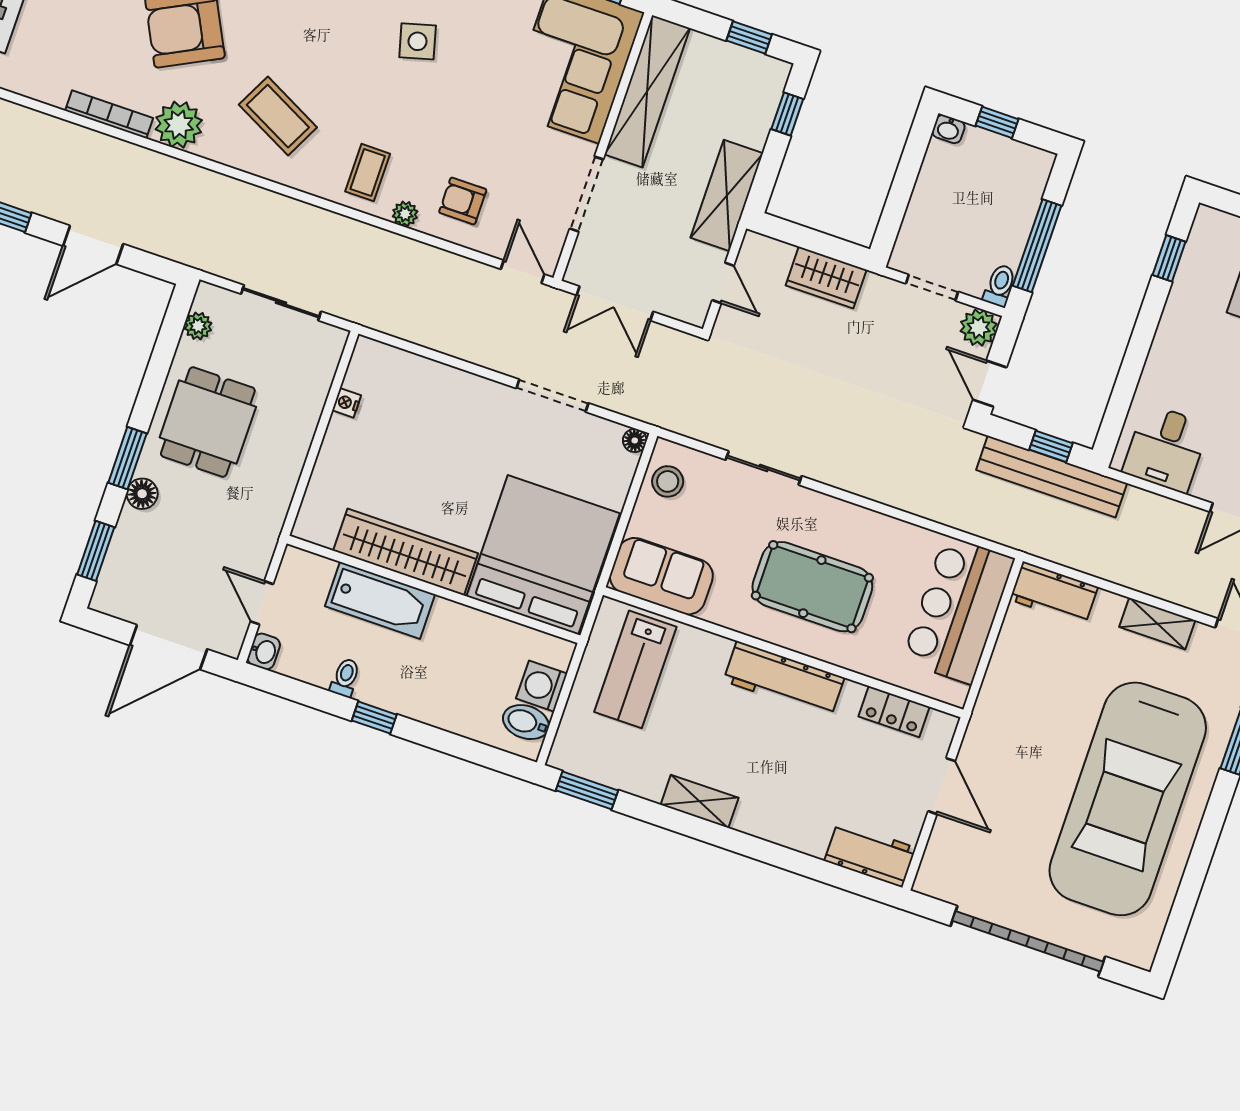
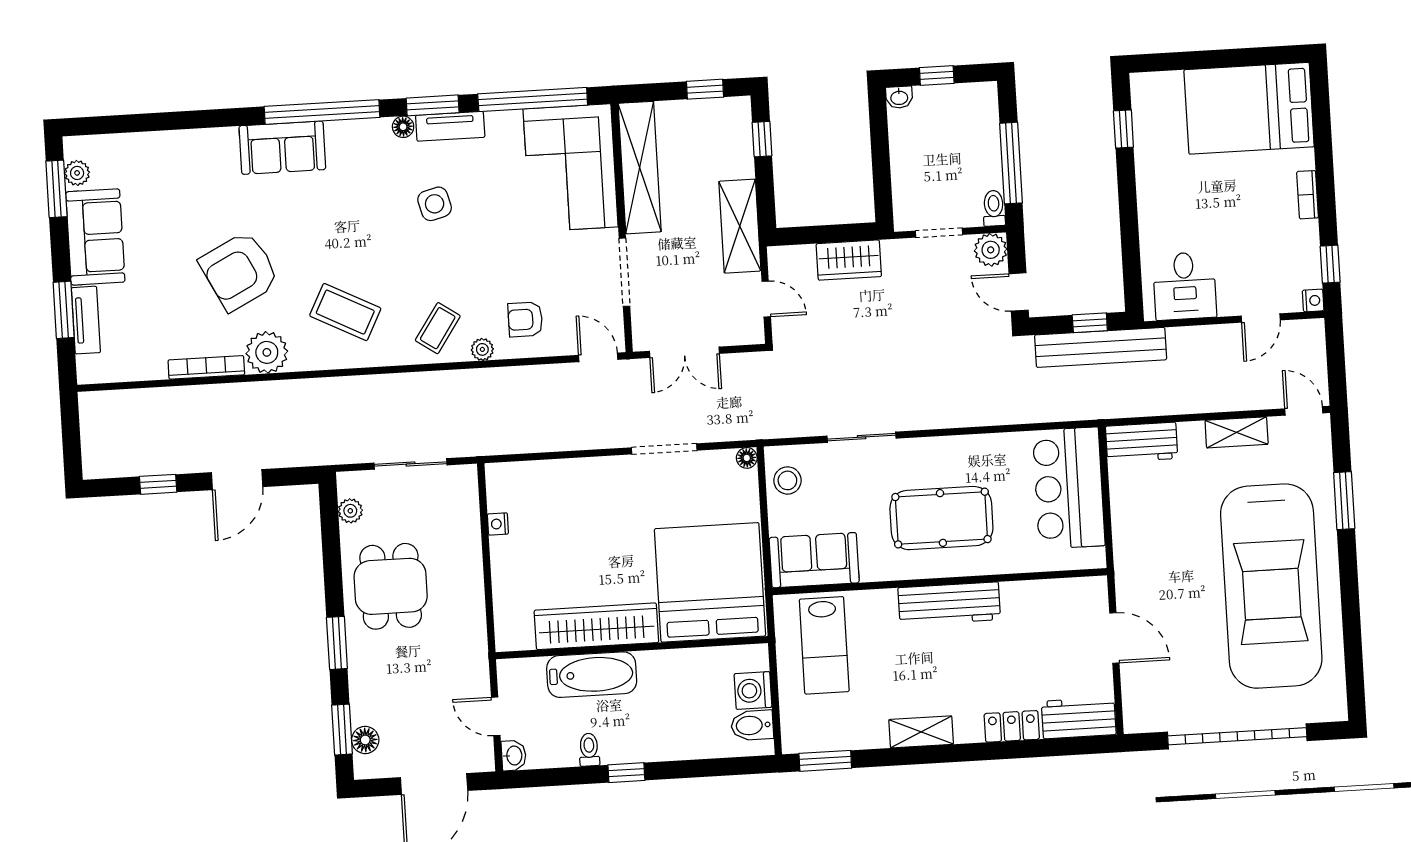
coffee table: (368, 173) -> (438, 328), turned 34
floor lamp: (142, 494) -> (365, 740), moved
locker: (894, 712) -> (1012, 726), moved, turned 180

